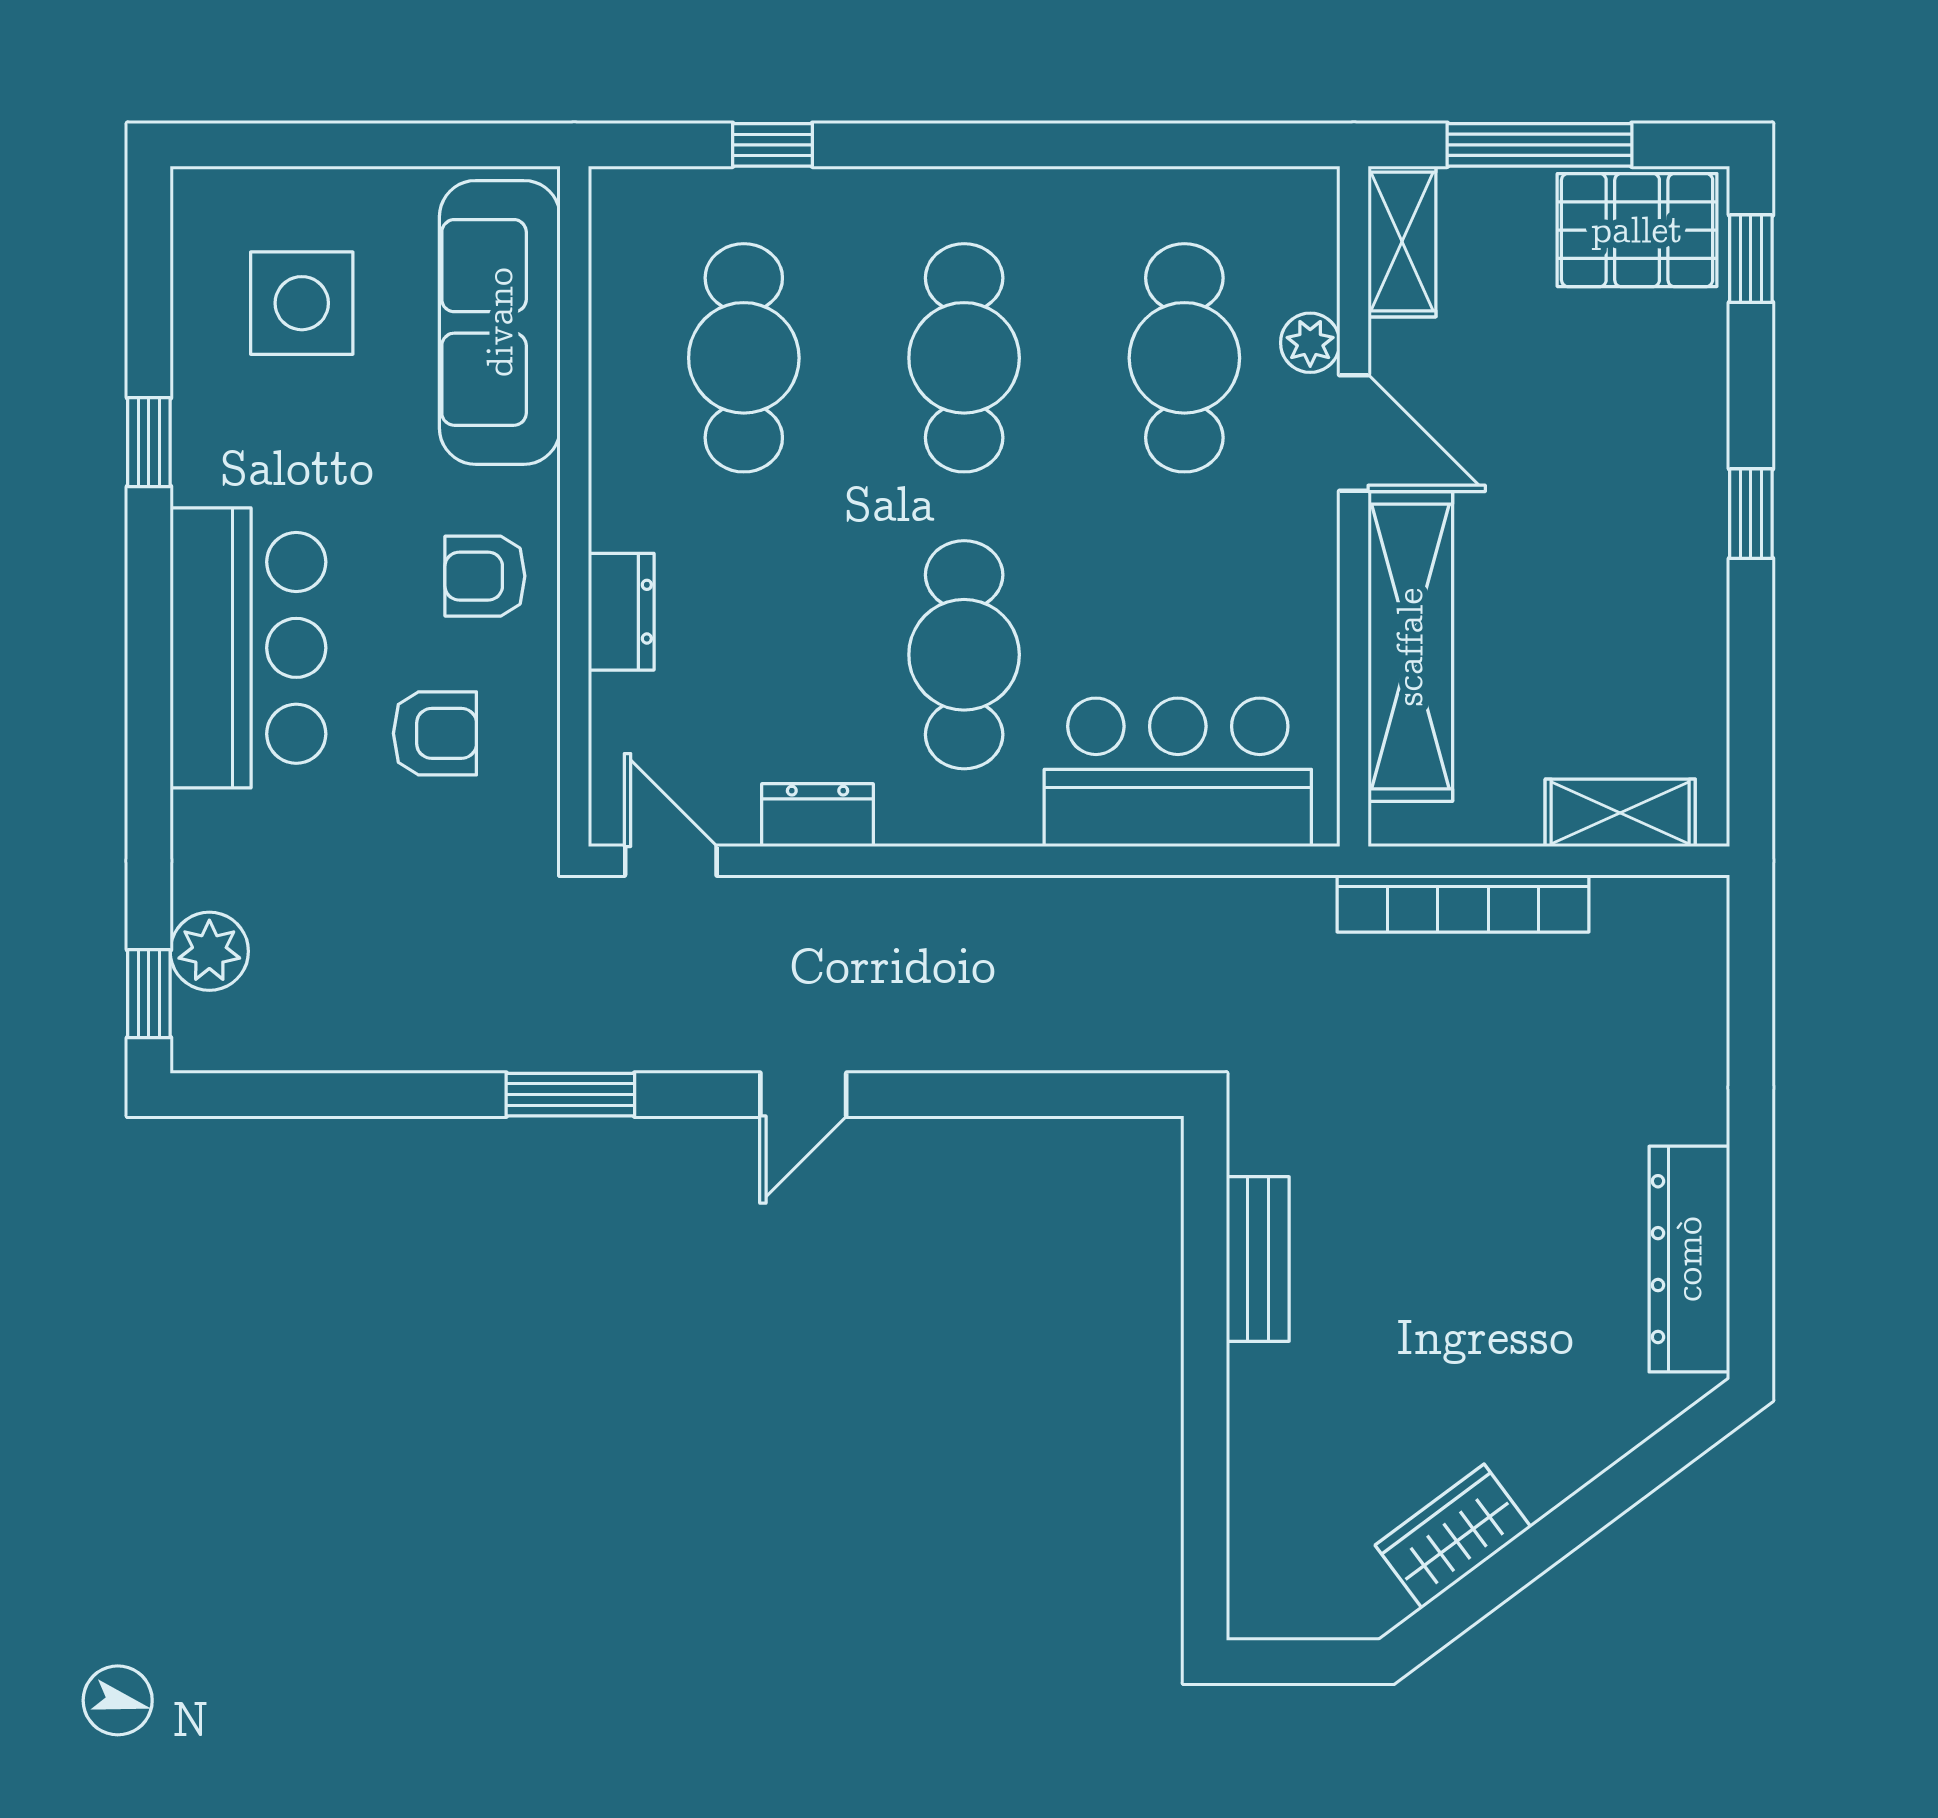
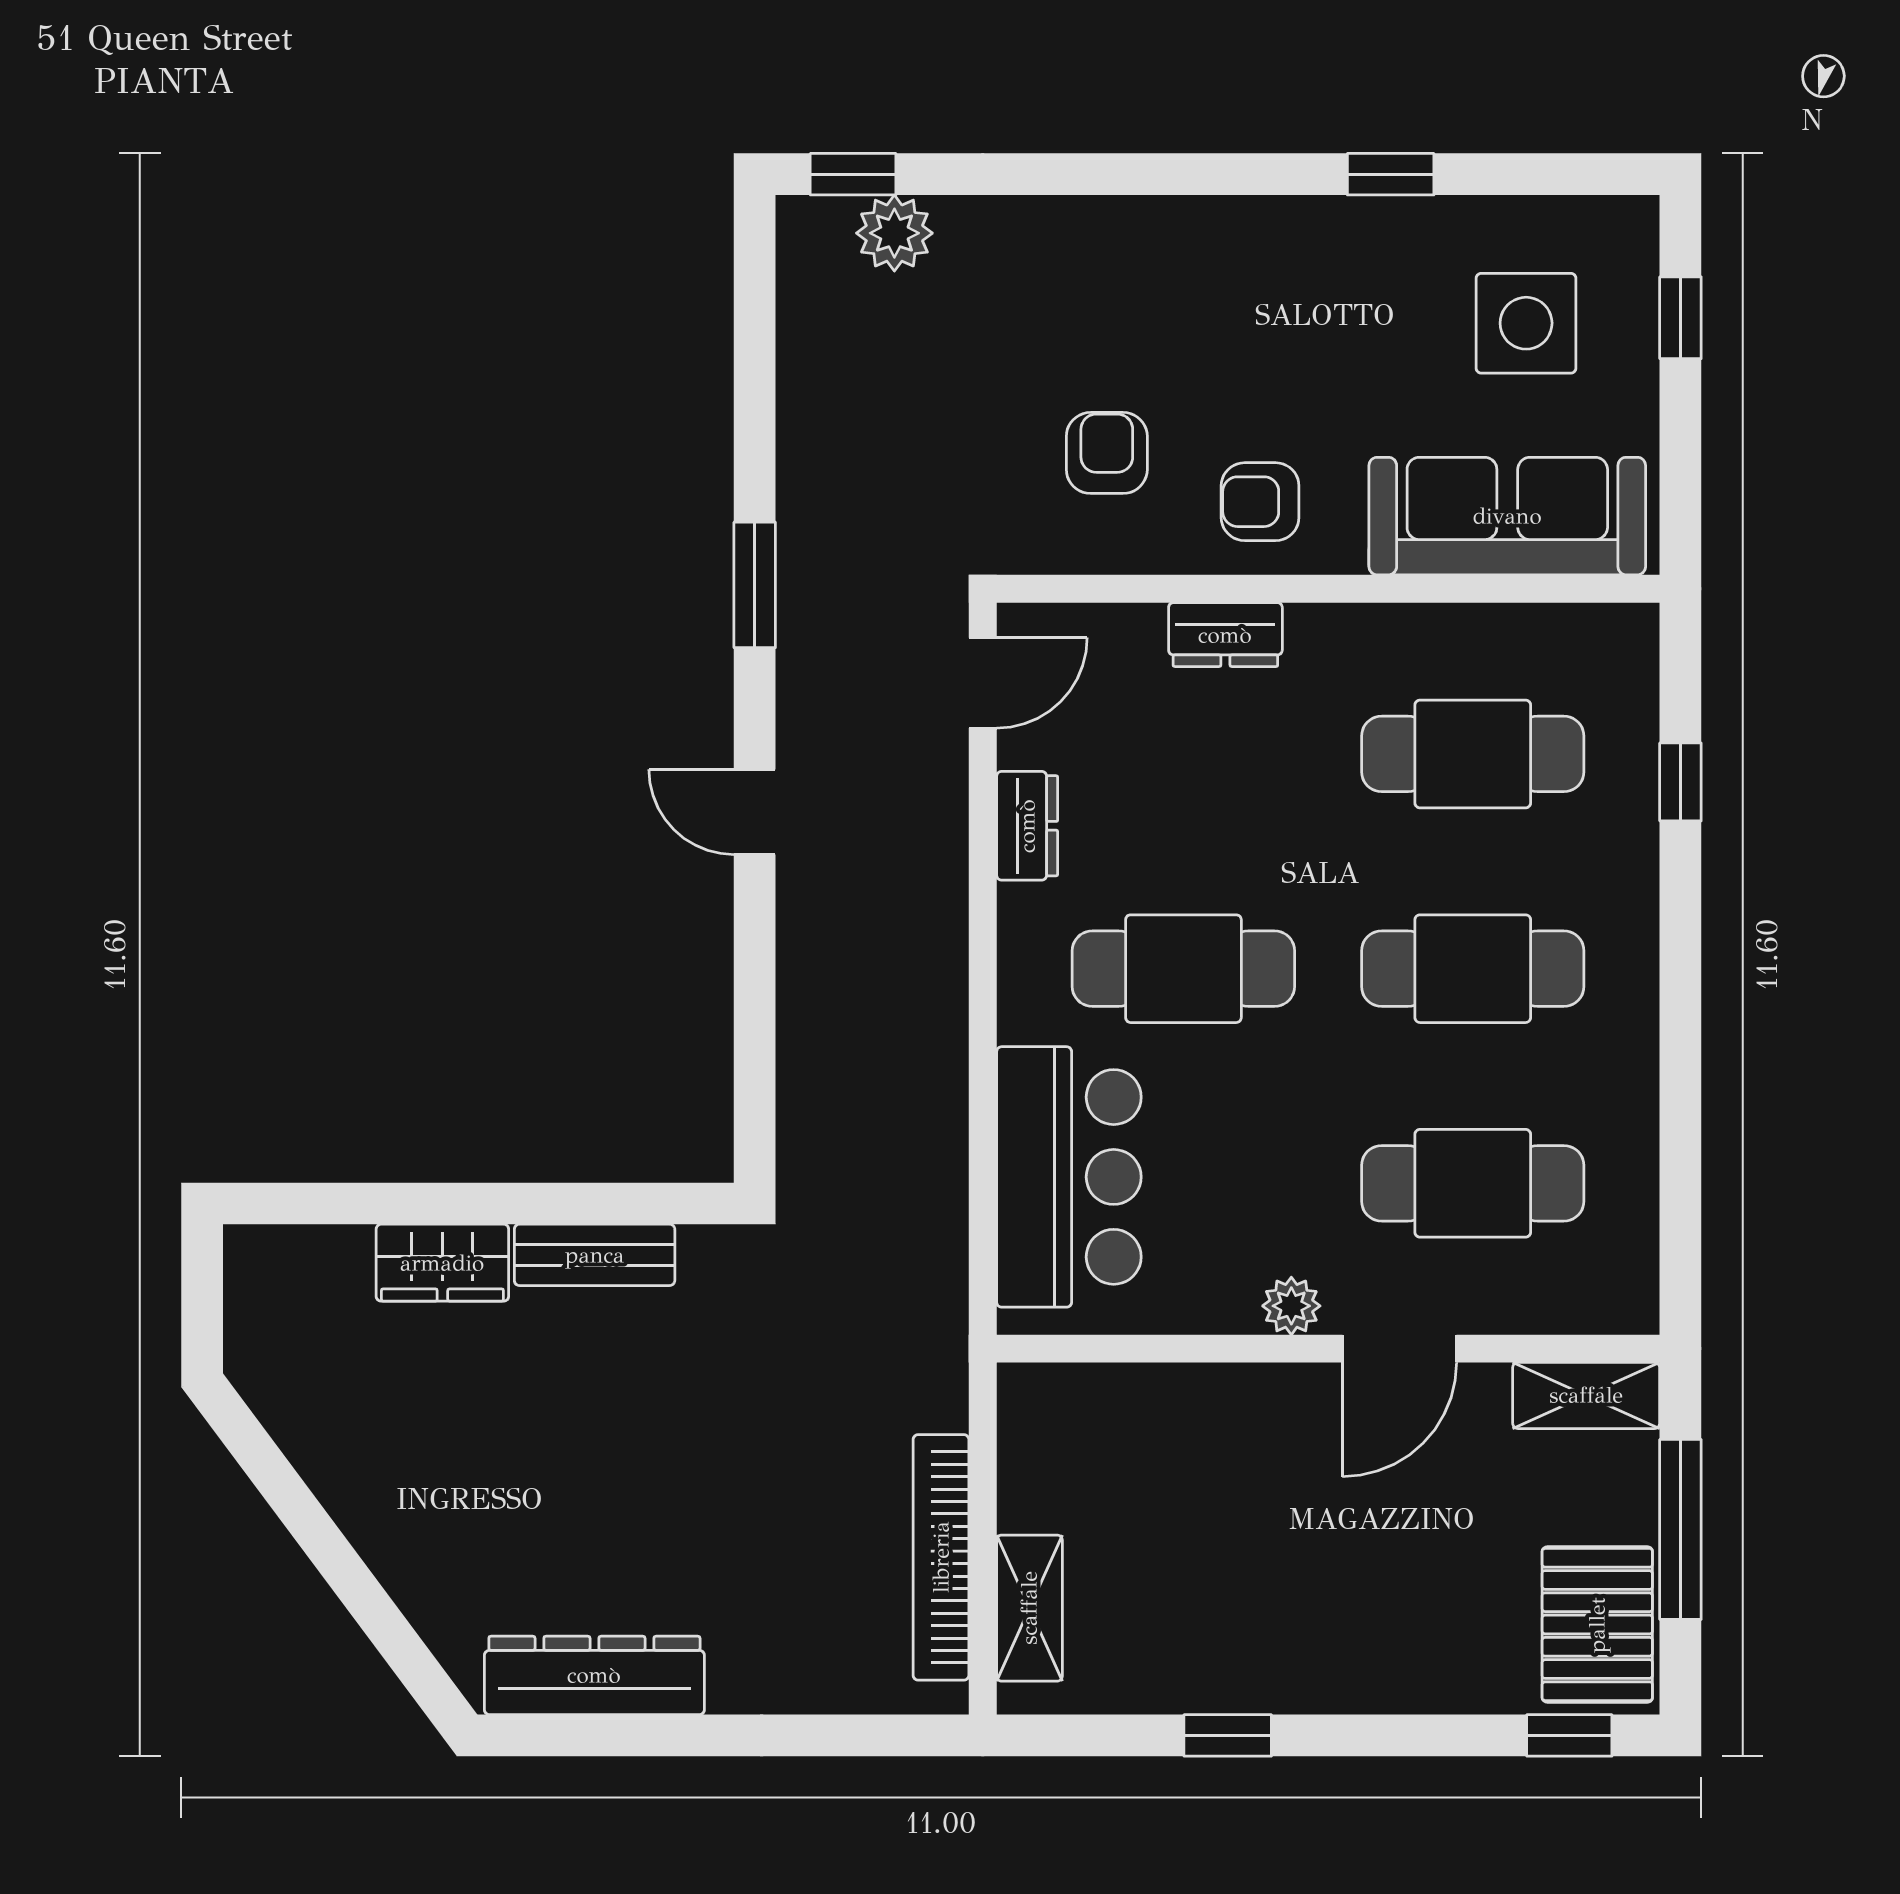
window: (296, 145) -> (1680, 318), added
plant: (1310, 343) -> (1291, 1306), moved
window: (1751, 514) -> (1228, 1735), moved
armchair: (485, 576) -> (1260, 502), turned -90
shelving: (1410, 647) -> (1191, 1404), removed
bar counter: (248, 648) -> (1190, 271), removed
armchair: (435, 733) -> (1107, 453), turned 180
bookcase: (1463, 903) -> (941, 1557), moved
wardrobe: (1453, 1536) -> (442, 1263), moved, turned 127

